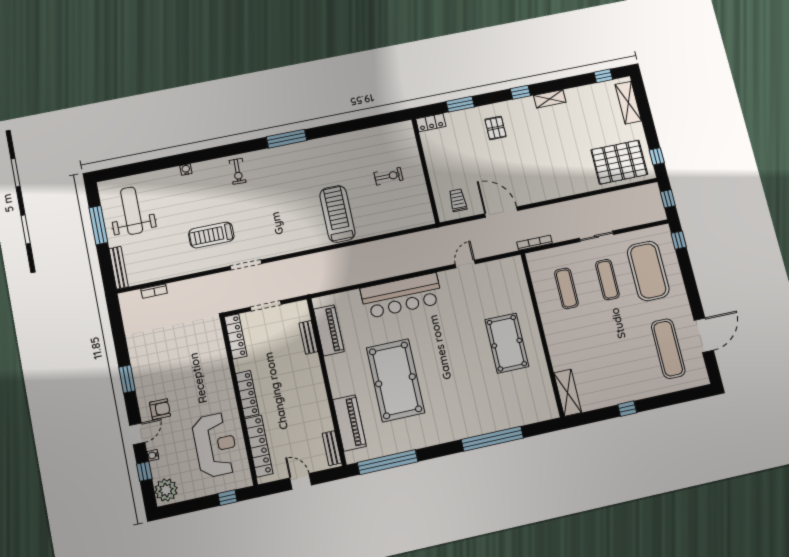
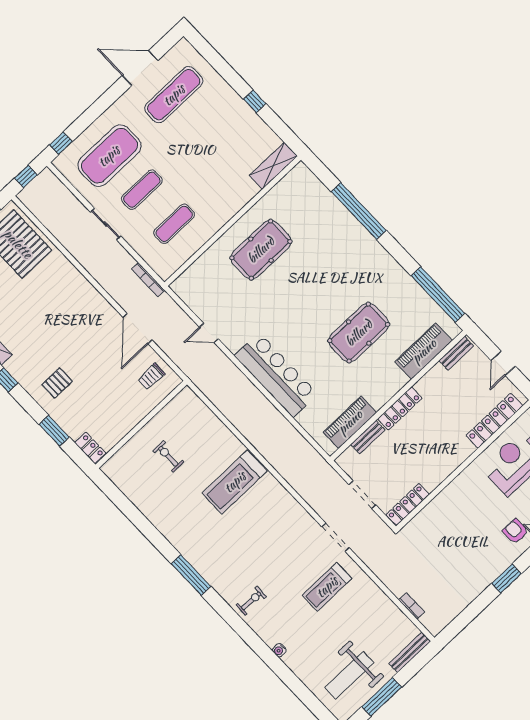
treadmill: (211, 235) -> (327, 587), turned 90
pool table: (395, 380) -> (359, 333), width x0.73, depth x0.76
locker: (247, 394) -> (400, 408), moved, turned 180

